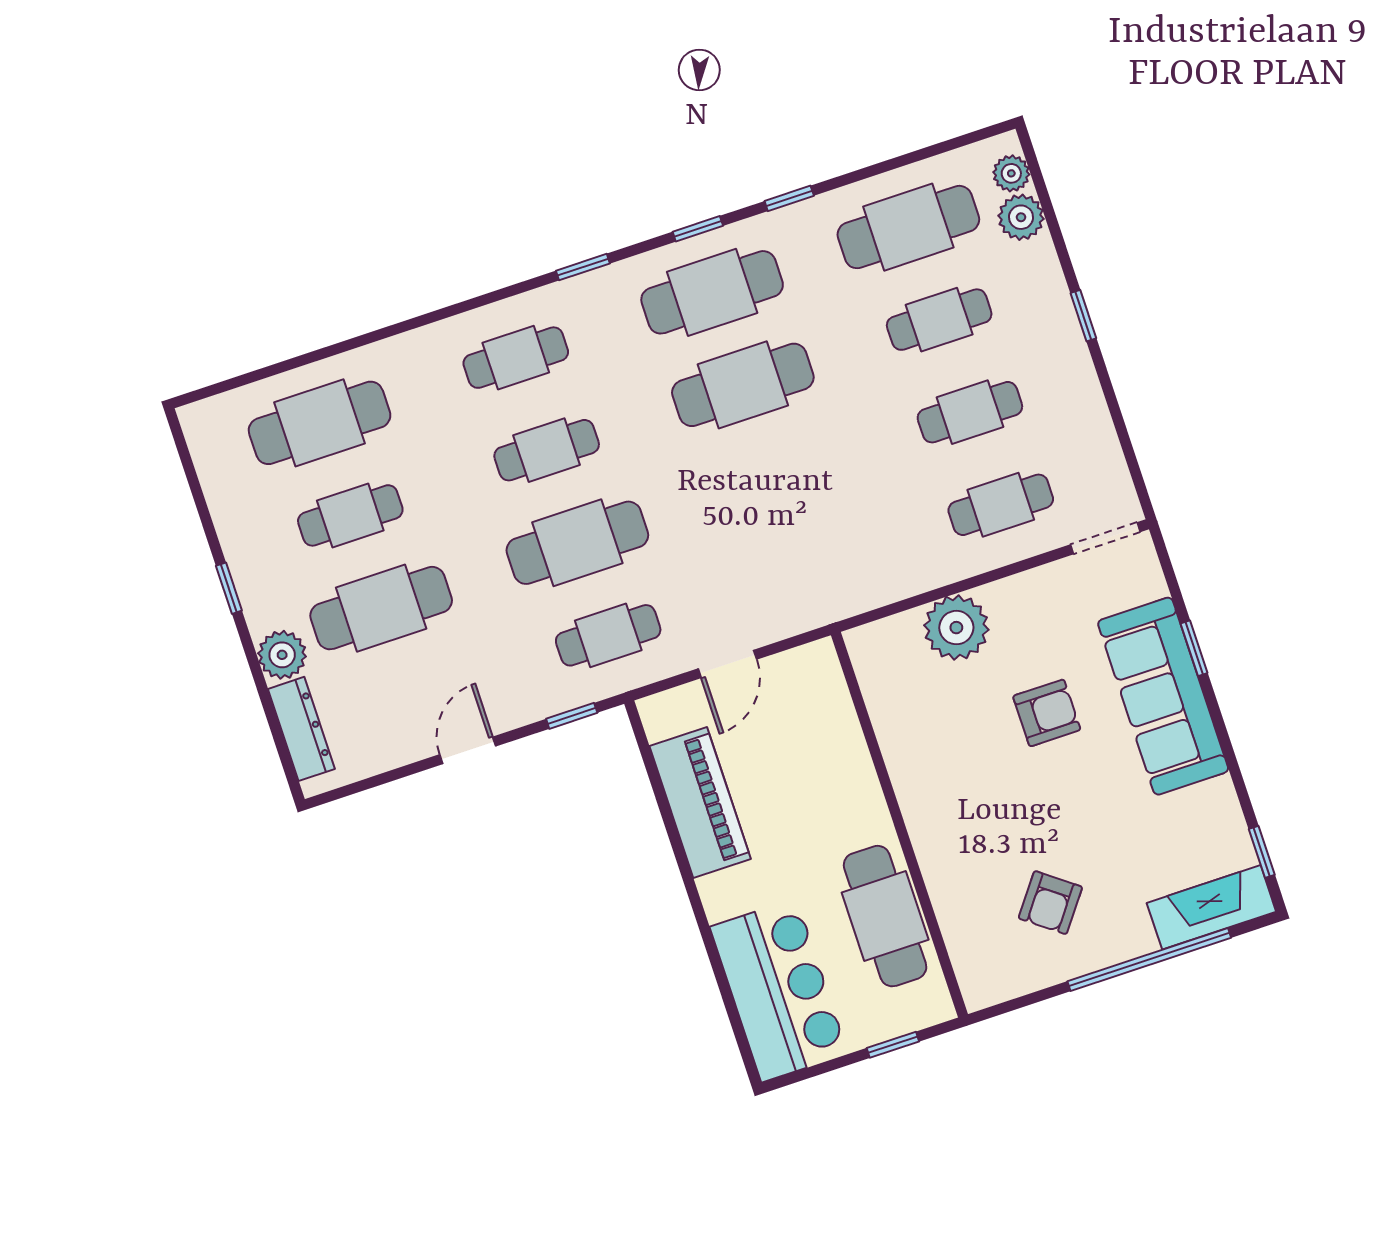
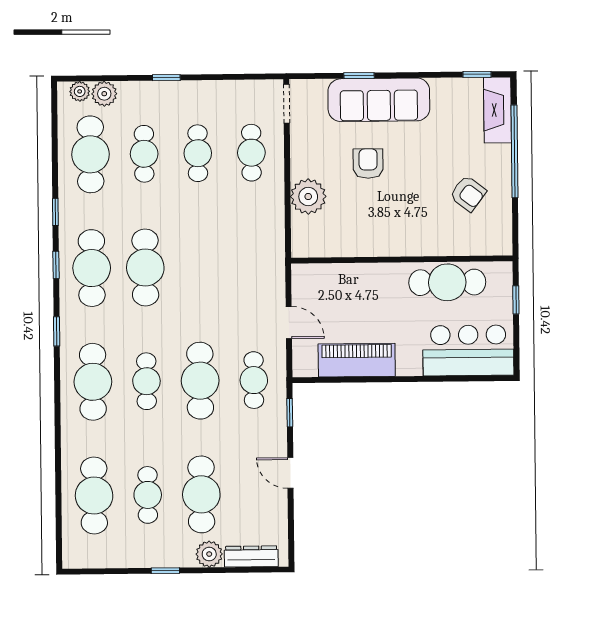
cafe table: (516, 358) -> (93, 382), width x1.37, depth x1.35

